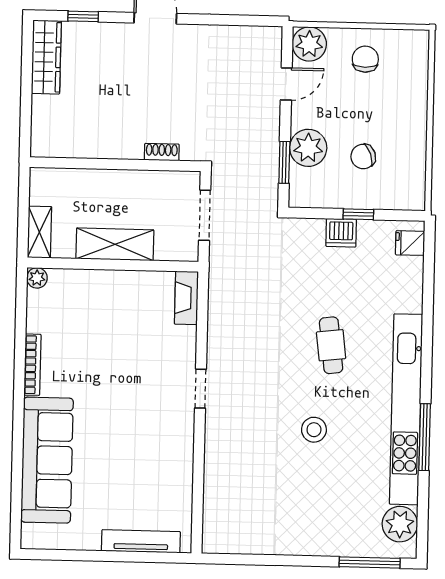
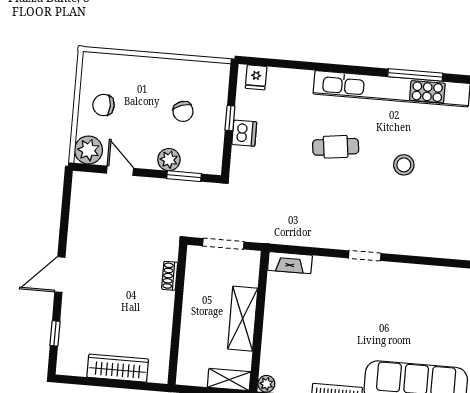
wardrobe: (46, 57) -> (118, 368), moved
plant: (308, 148) -> (169, 160), width x0.73, depth x0.73

